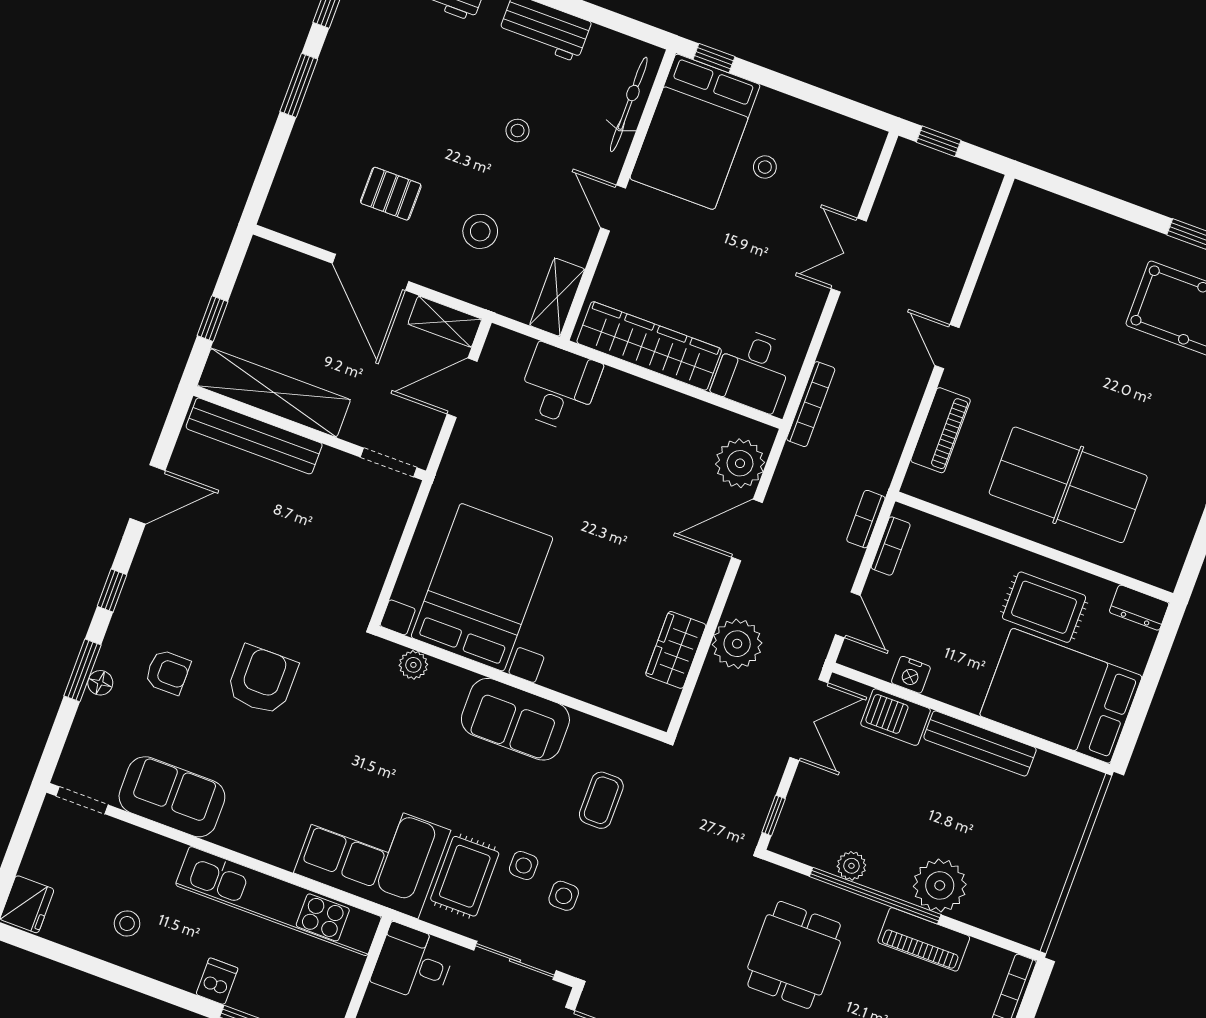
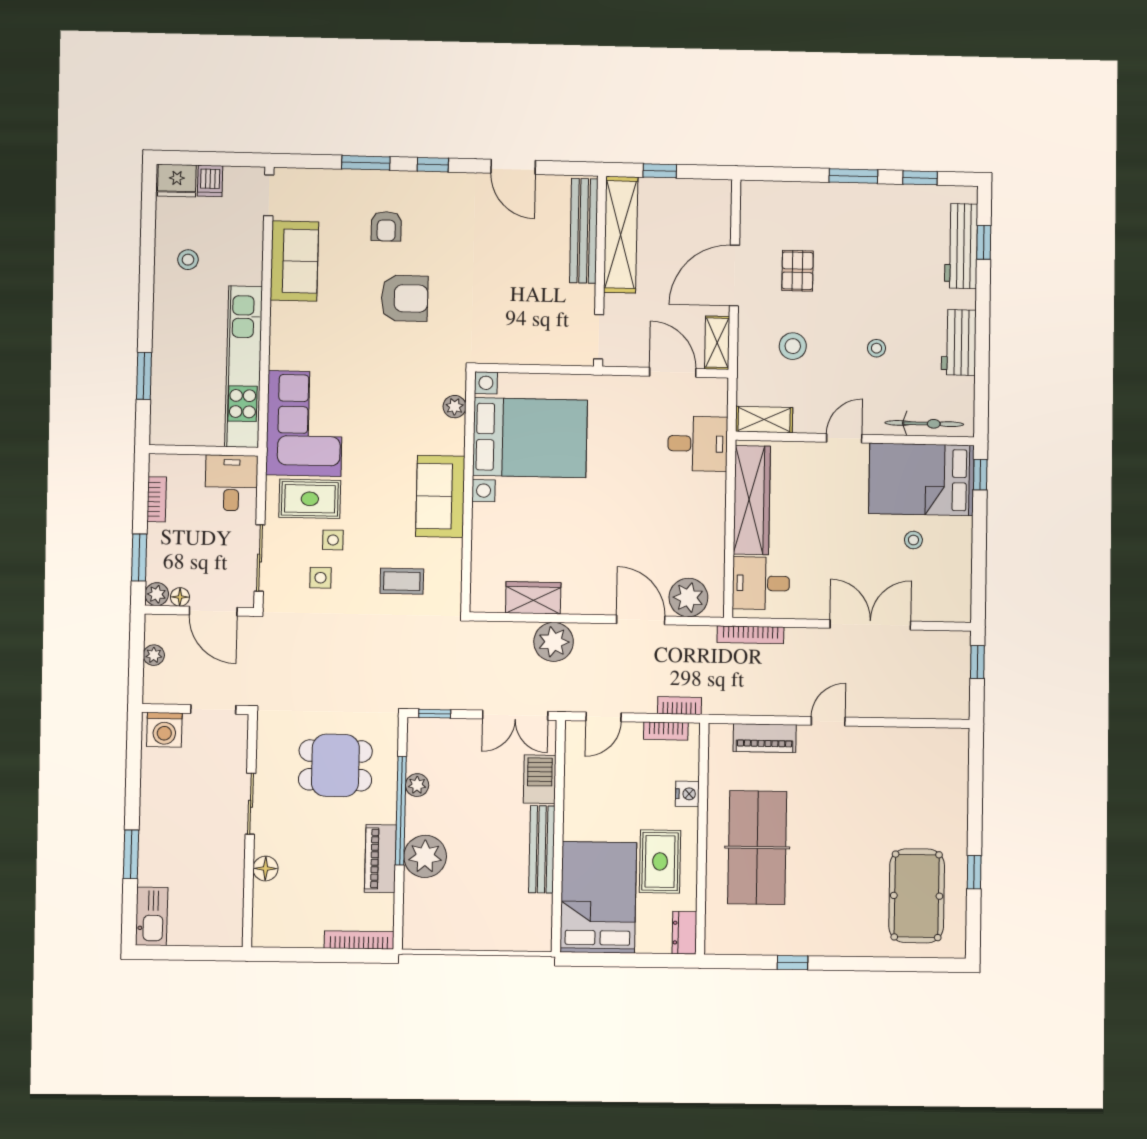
double door: (849, 255) -> (870, 625), width x1.37
nightstand: (911, 675) -> (687, 794), moved, turned 180
floor lamp: (100, 683) -> (361, 179), removed
dishwasher: (217, 981) -> (210, 181), moved, turned 90

